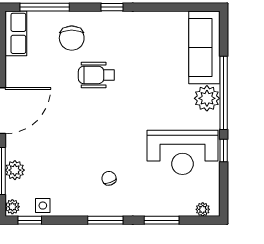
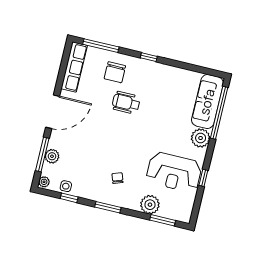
row of seats: (16, 33) -> (74, 67), width x1.48
window: (224, 93) -> (219, 113), moved
plant: (203, 209) -> (150, 205), moved, width x1.88, depth x1.88
window: (30, 220) -> (69, 198), moved
window: (162, 220) -> (163, 220), moved

